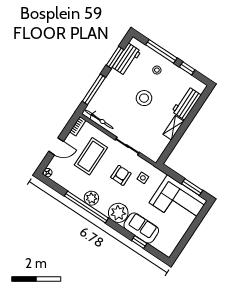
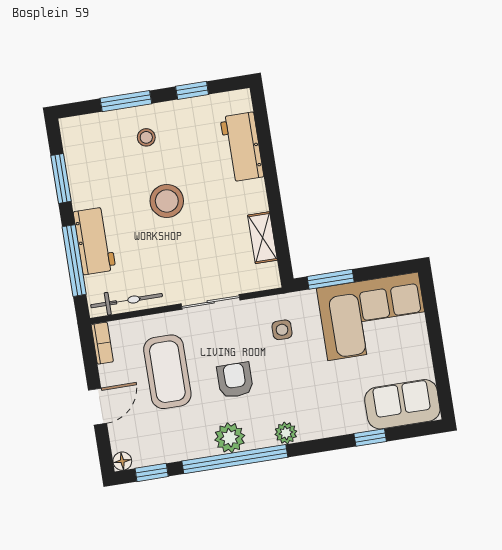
window: (161, 51) -> (126, 101), width x0.69
workbench: (127, 59) -> (94, 241), moved
shelving: (173, 128) -> (263, 238), moved
armchair: (121, 175) -> (235, 380), moved
window: (54, 186) -> (152, 472), added
window: (192, 187) -> (331, 279), moved
plant: (118, 213) -> (286, 433), width x0.53, depth x0.53
sofa: (141, 228) -> (402, 404), moved

